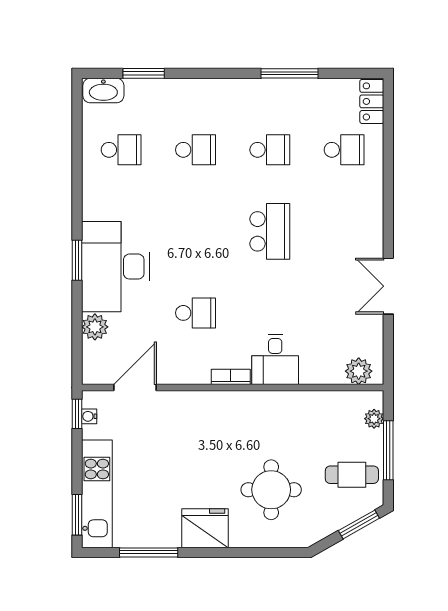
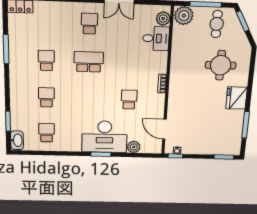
school desk: (344, 150) -> (89, 24), moved
desk: (275, 360) -> (156, 38), moved
plant: (374, 419) -> (184, 16), width x1.88, depth x1.88
kitchen unit: (97, 494) -> (215, 148), removed

